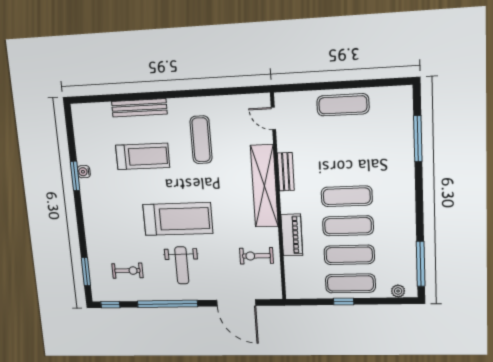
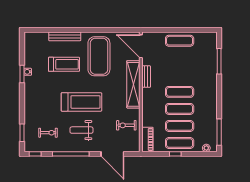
door: (273, 118) -> (141, 46), width x1.87
exercise mat: (201, 140) -> (99, 56), width x2.00, depth x1.45
piano: (292, 235) -> (147, 139), moved
weight bench: (182, 265) -> (81, 130), turned 90

